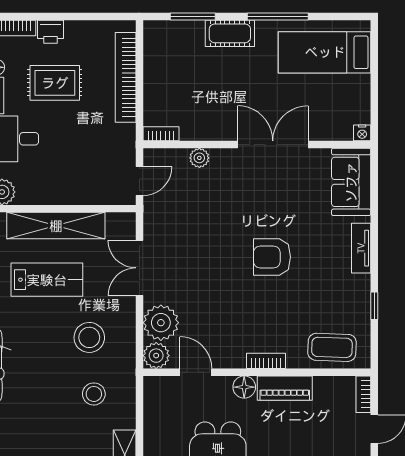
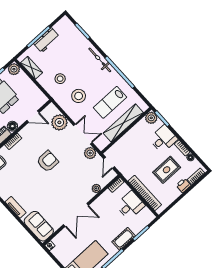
desk: (168, 79) -> (130, 205), added
armchair: (272, 257) -> (48, 161), moved
plant: (156, 356) -> (90, 153), moved

